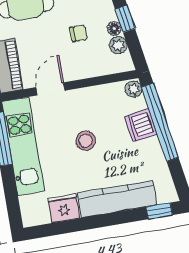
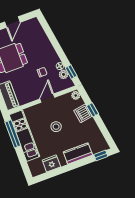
window: (125, 19) -> (71, 72), moved
door: (50, 89) -> (47, 98), moved
window: (160, 122) -> (92, 110), width x0.32
kitchen counter: (117, 199) -> (78, 153), width x0.67

